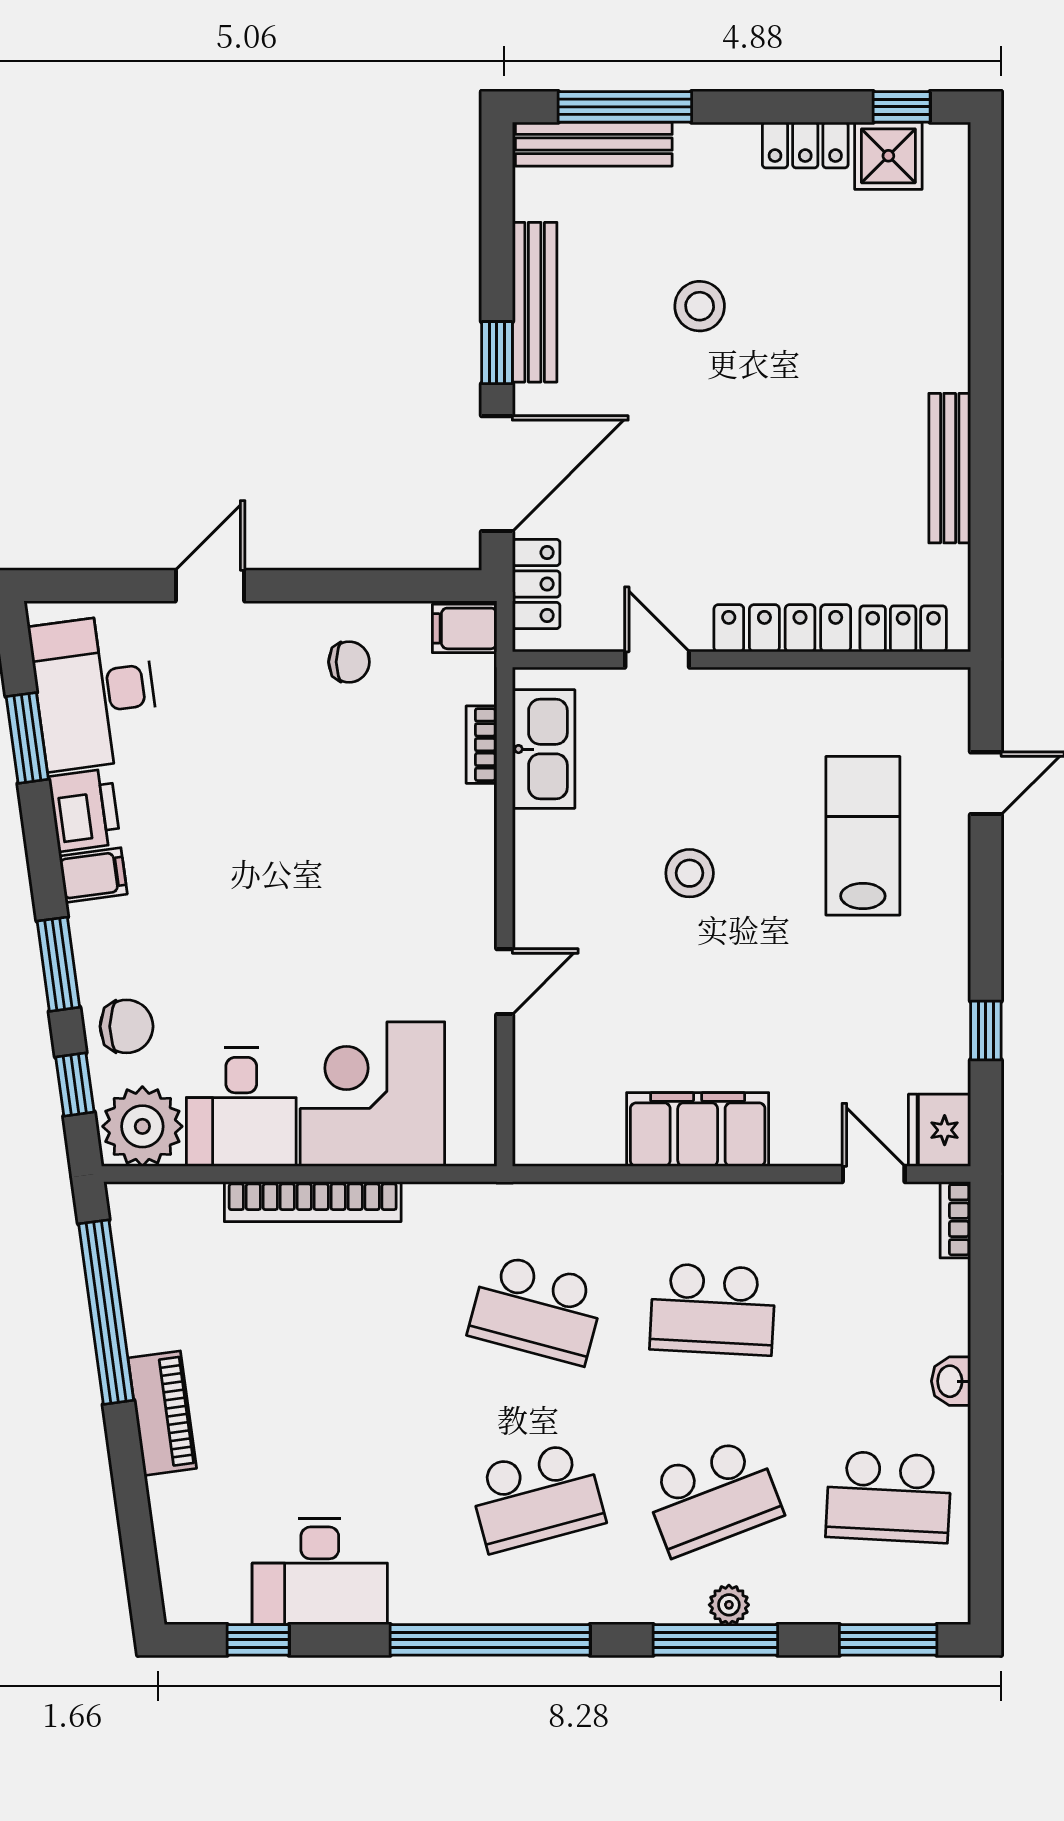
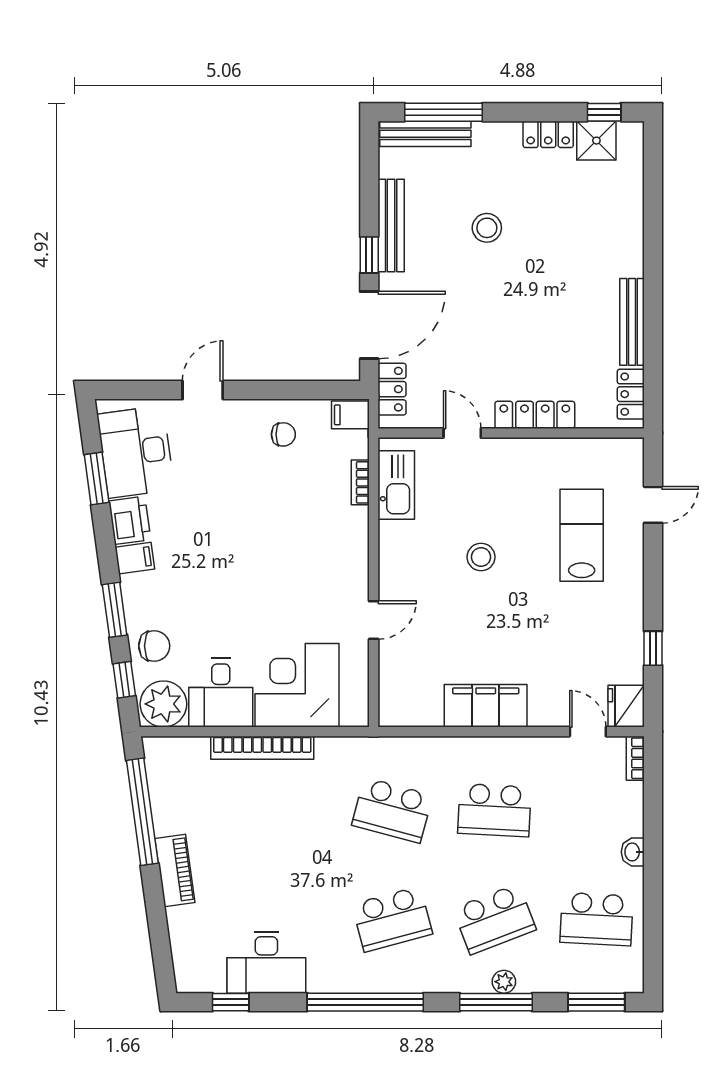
locker: (903, 629) -> (631, 394), moved, turned -90

